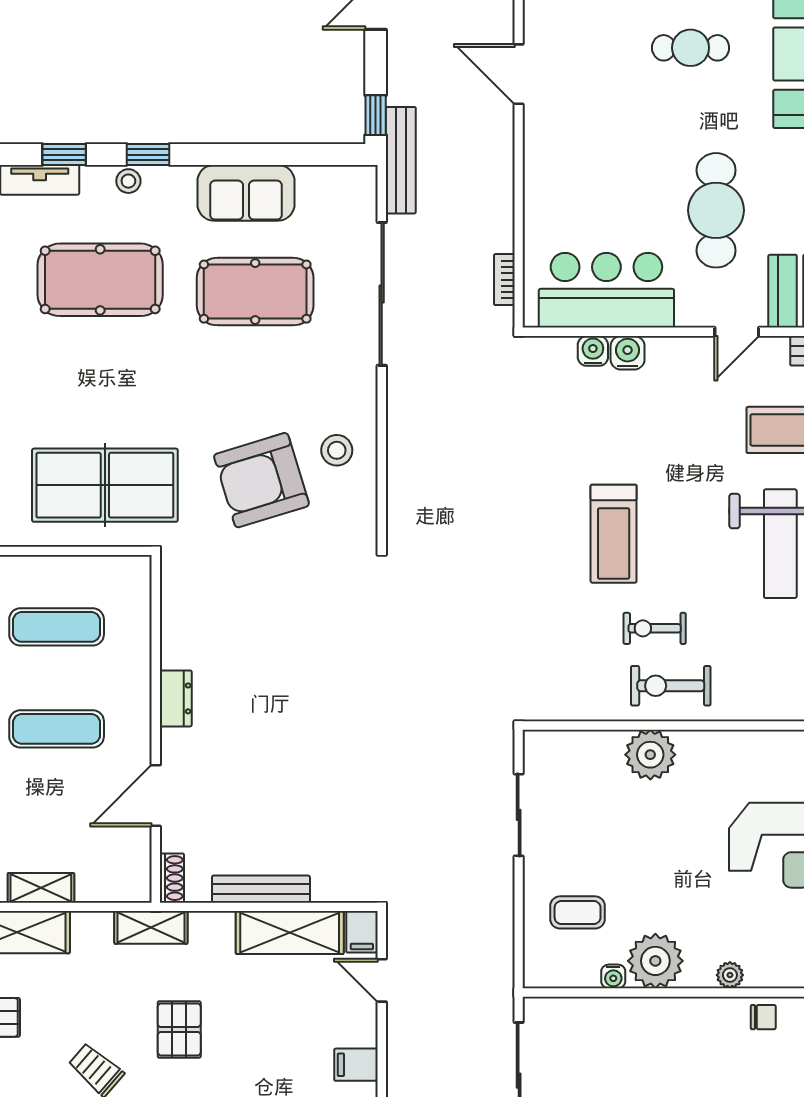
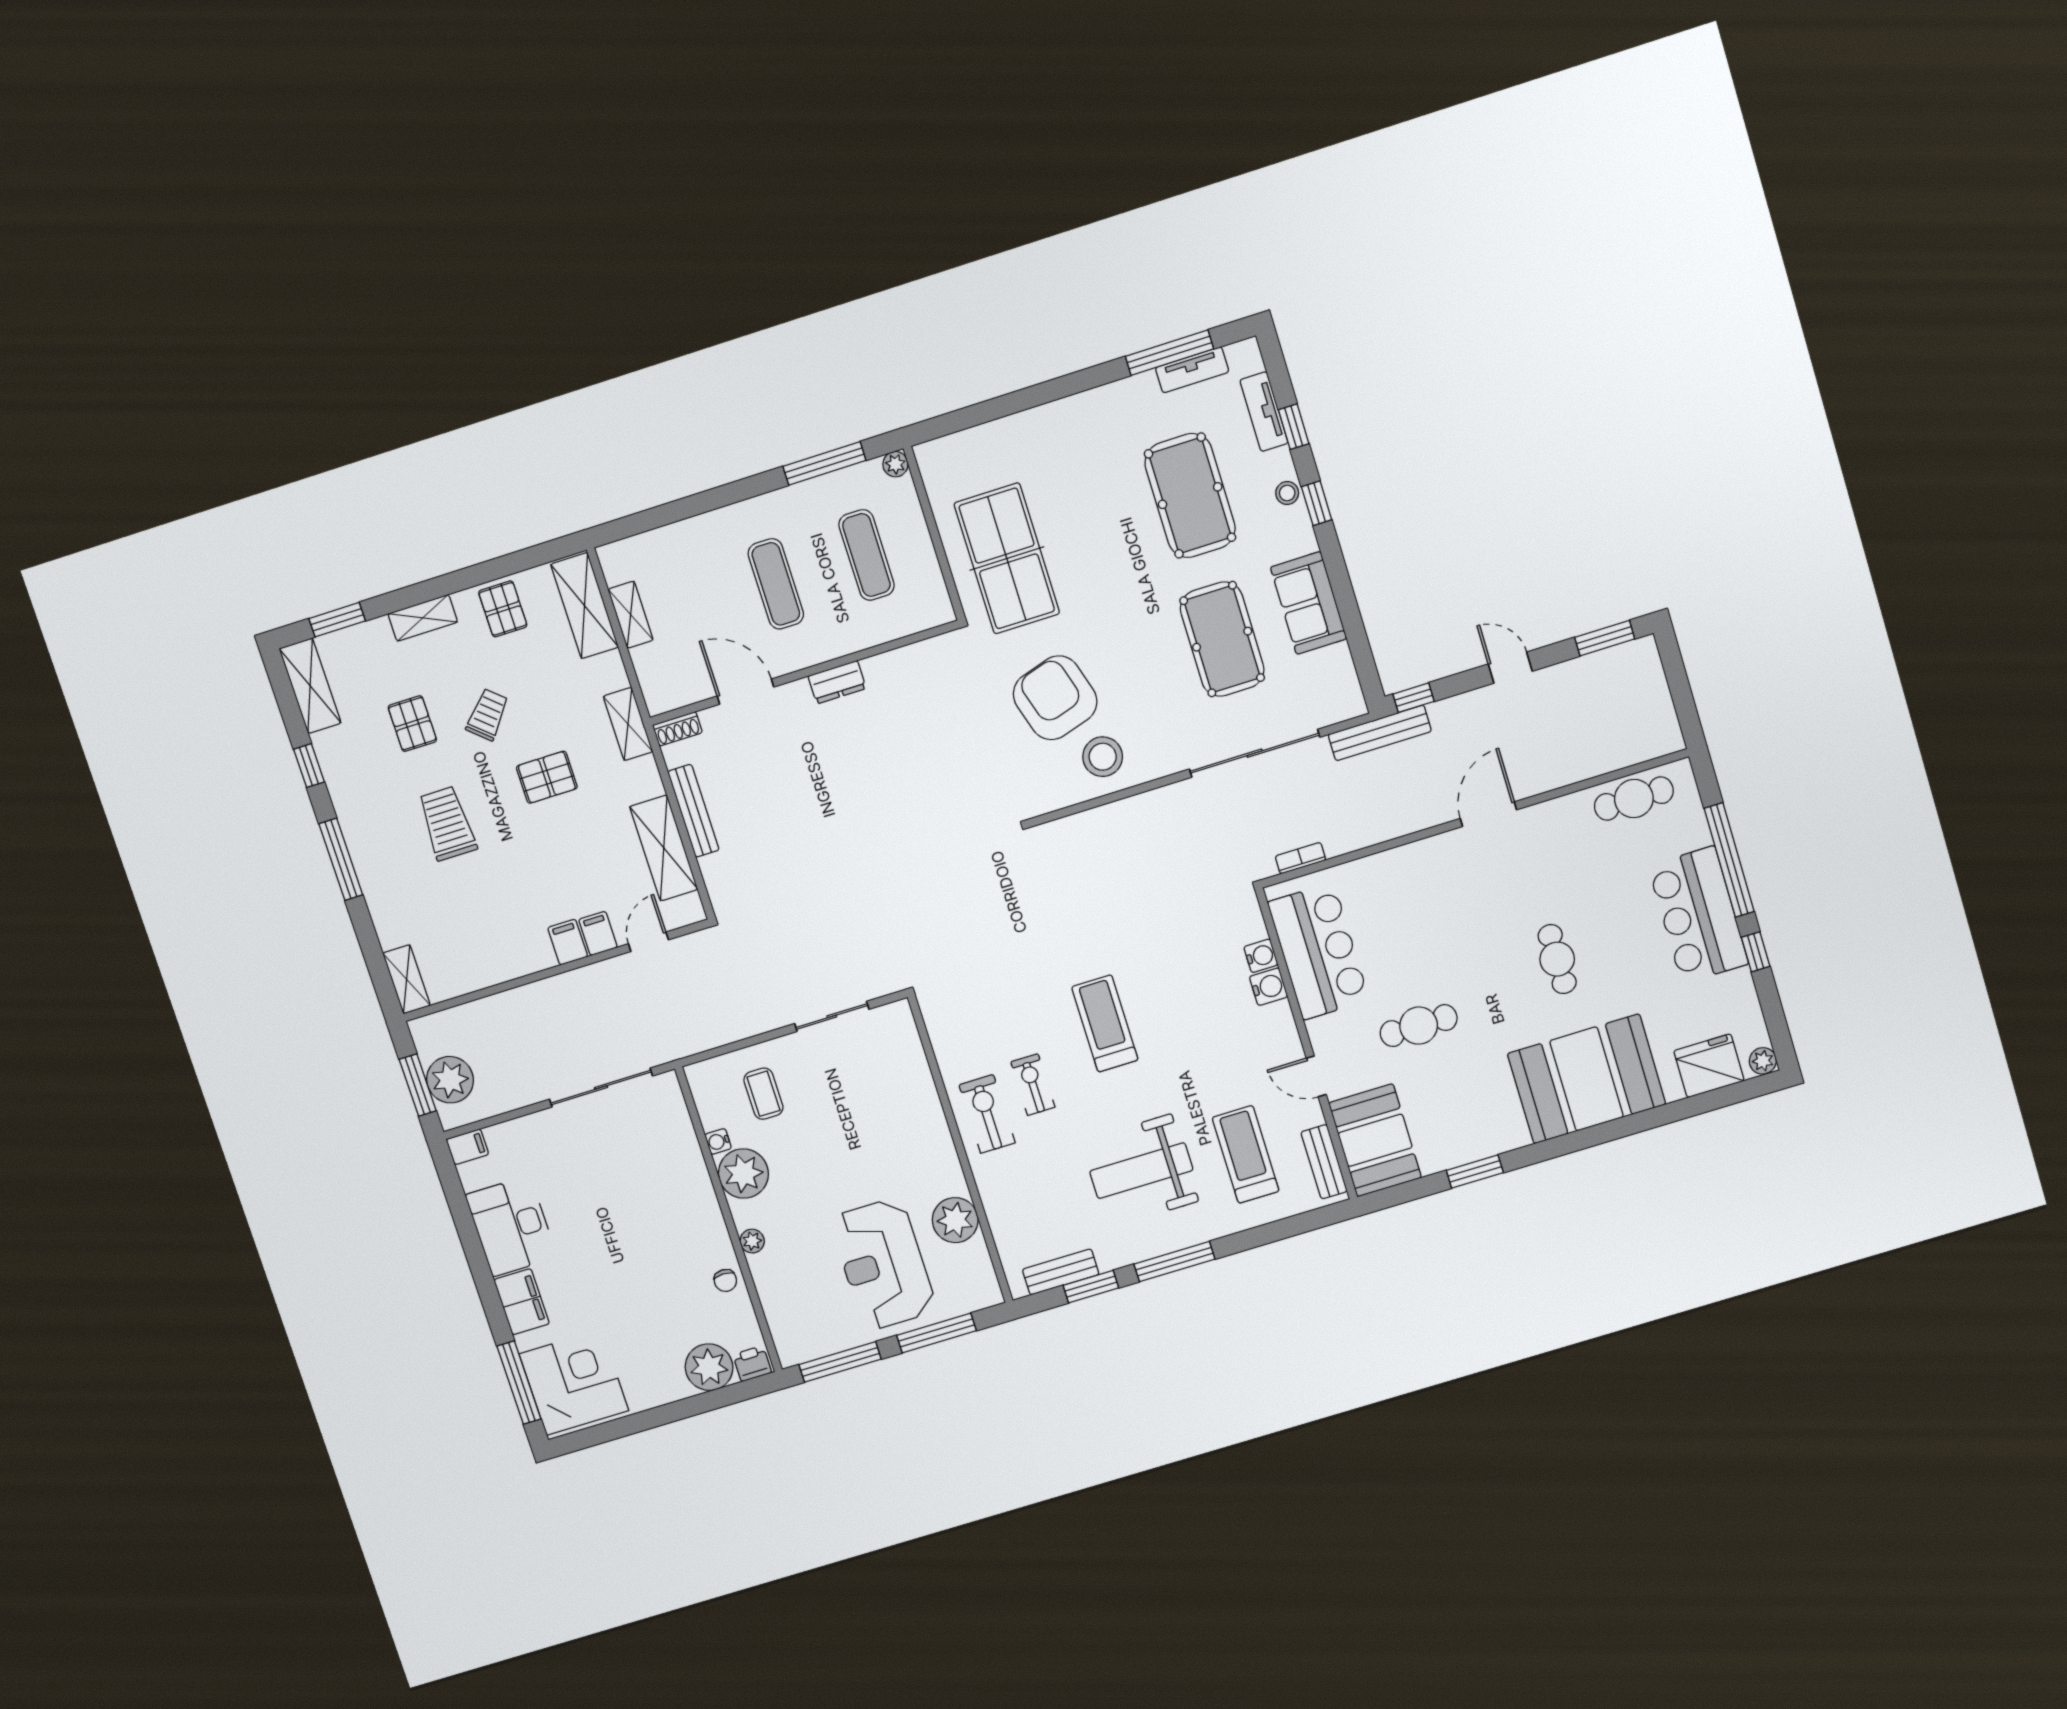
cafe table: (716, 210) -> (1419, 1026), width x0.73, depth x0.74
stool: (337, 450) -> (1103, 757), width x1.38, depth x1.38
treadmill: (614, 534) -> (1105, 1023), turned 90
plant: (650, 755) -> (955, 1220), moved
filing cabinet: (362, 932) -> (598, 933), moved, turned 90

